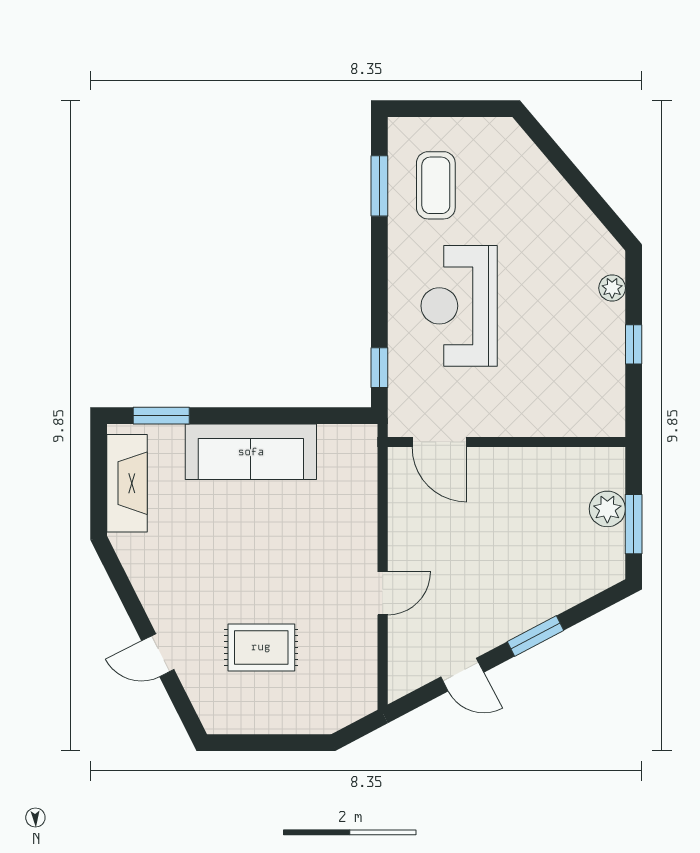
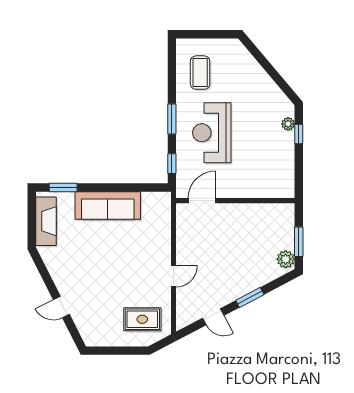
window: (379, 186) -> (172, 119), moved
window: (634, 344) -> (299, 134), moved
door: (439, 442) -> (202, 201), swing flipped
plant: (607, 509) -> (286, 259), moved
rug: (261, 647) -> (142, 319), moved

